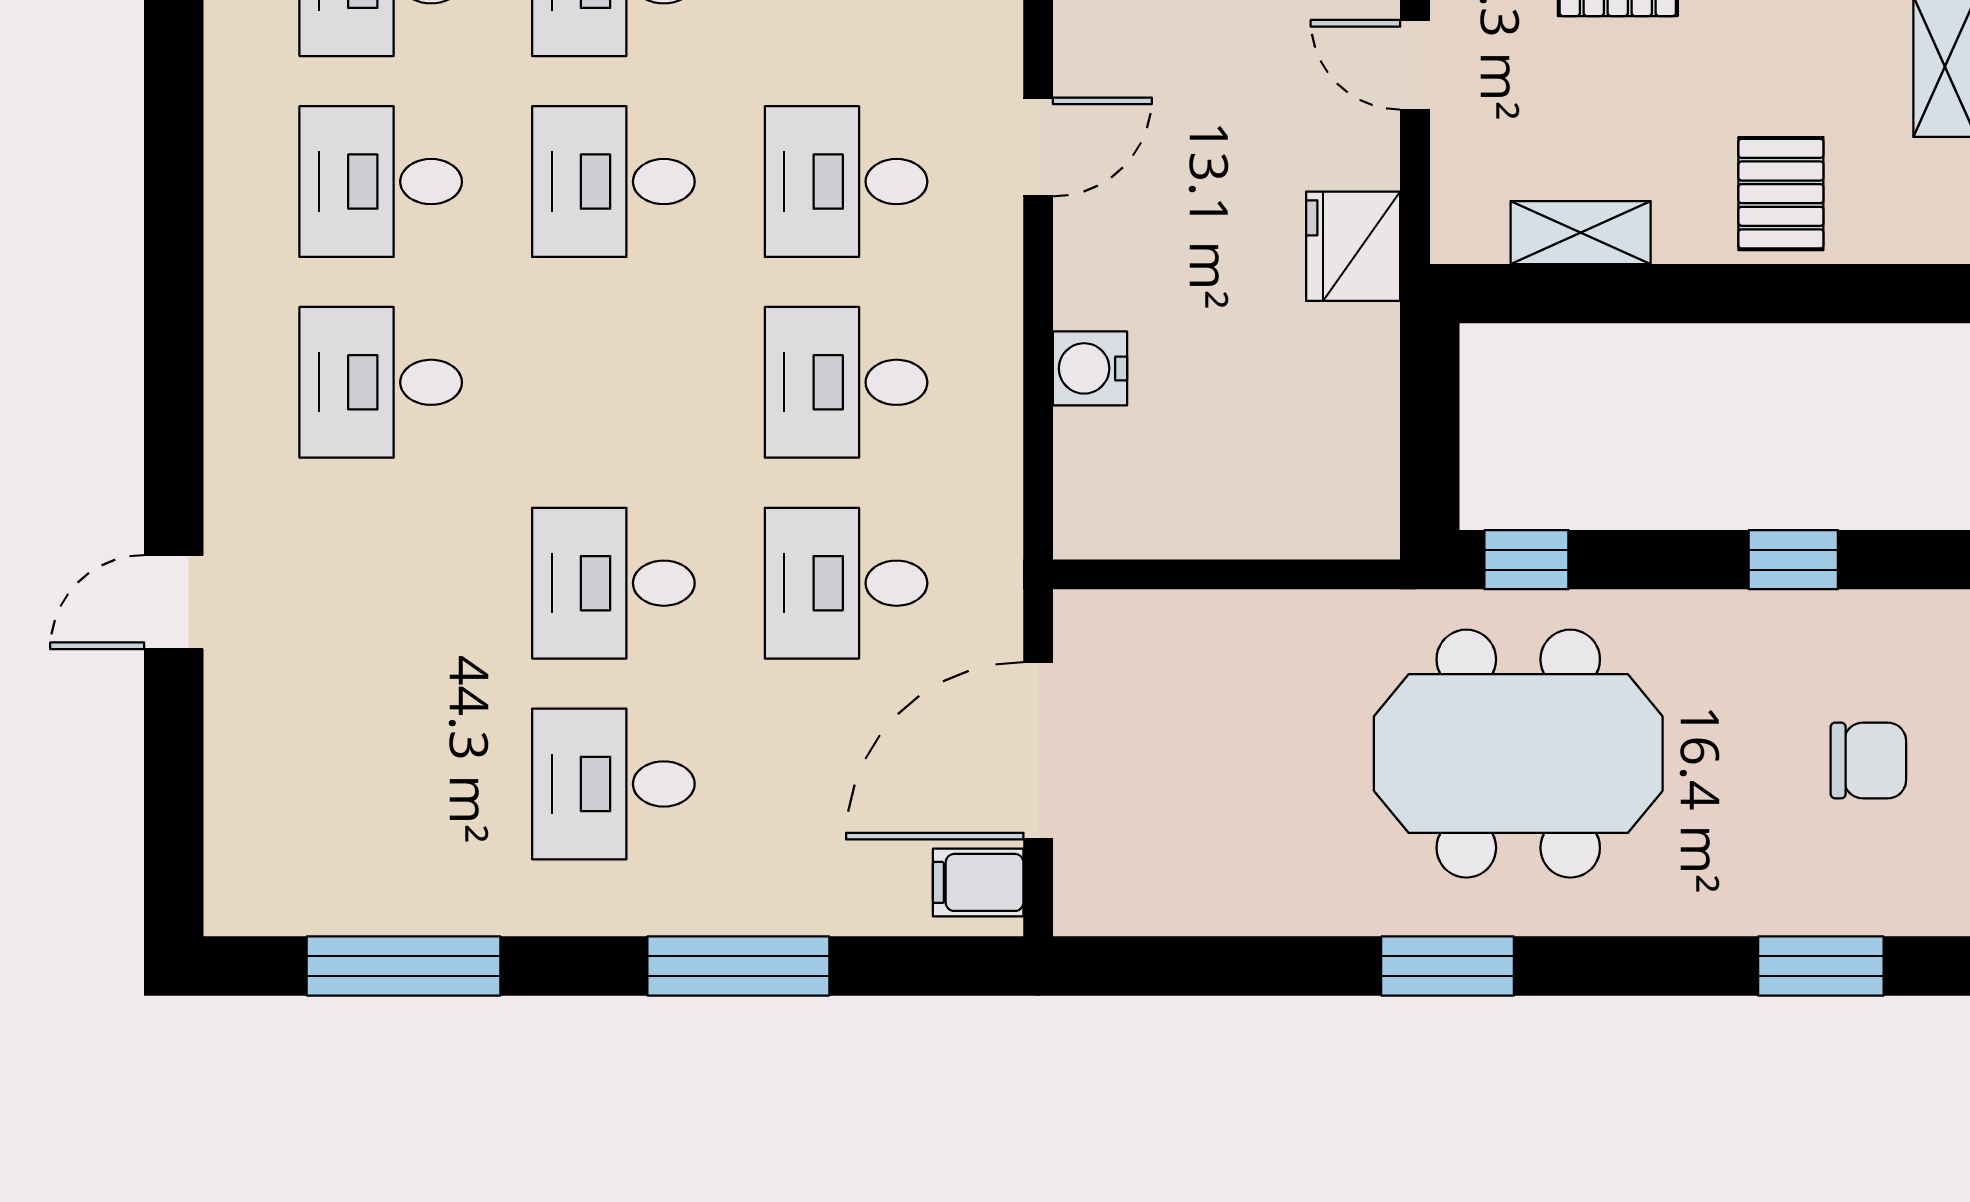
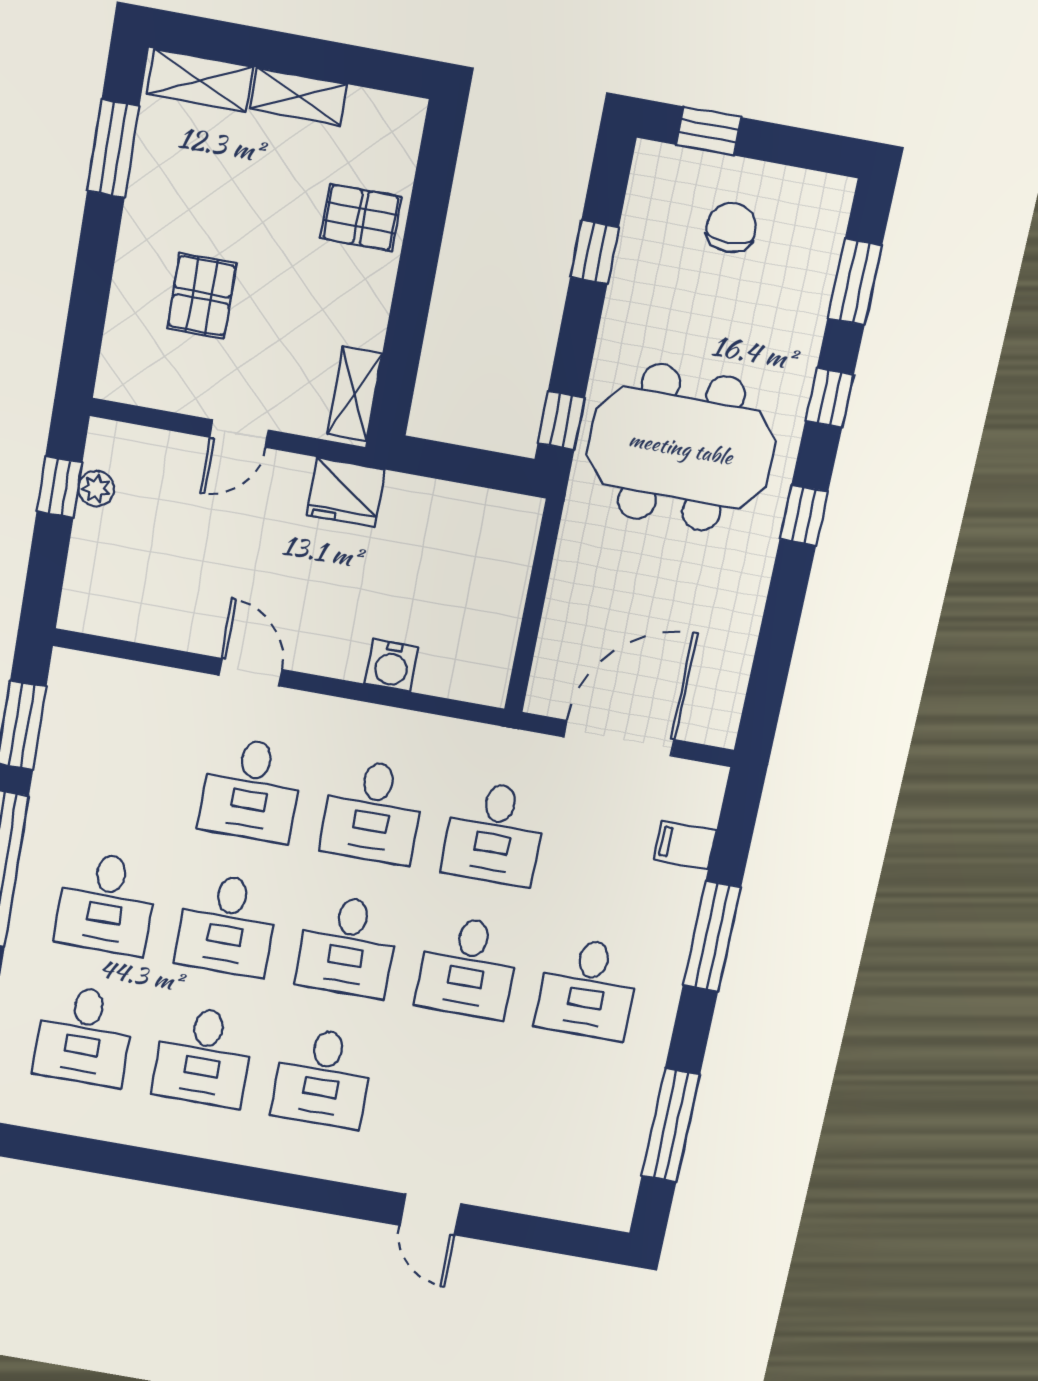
shelving: (1581, 233) -> (355, 394), moved
desk: (613, 382) -> (348, 946), added
door: (1038, 751) -> (619, 738), swing flipped
meeting table: (1518, 754) -> (681, 448), turned 90
filing cabinet: (978, 882) -> (685, 845), moved, turned 90
window: (1448, 966) -> (804, 515), width x0.67
window: (1637, 966) -> (829, 398), added

